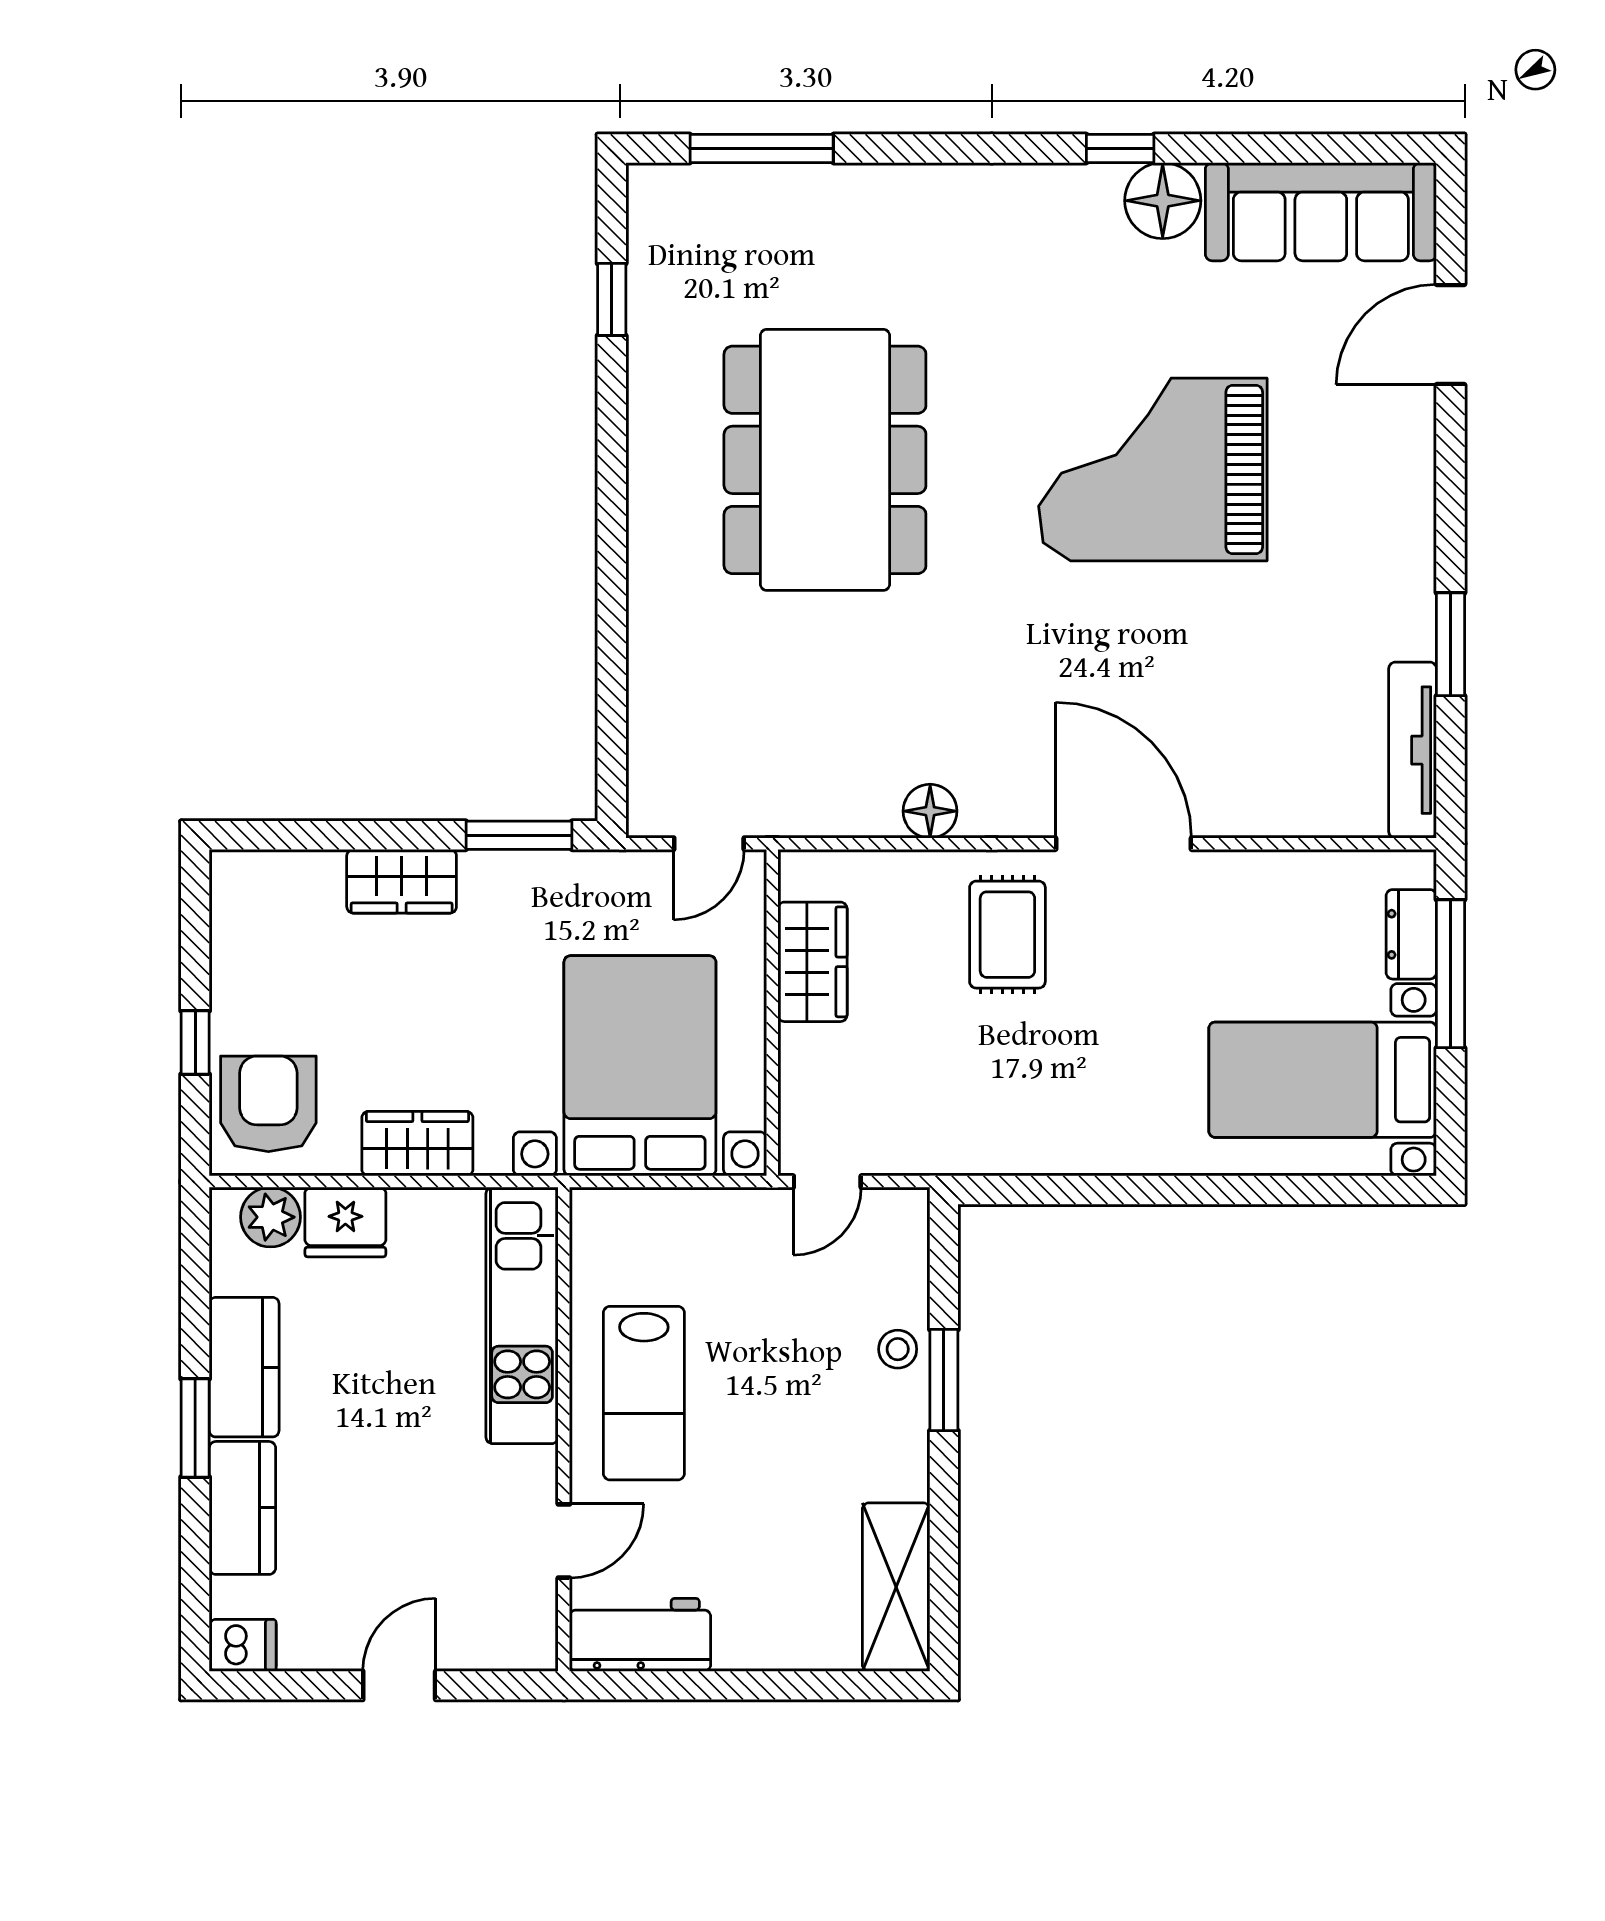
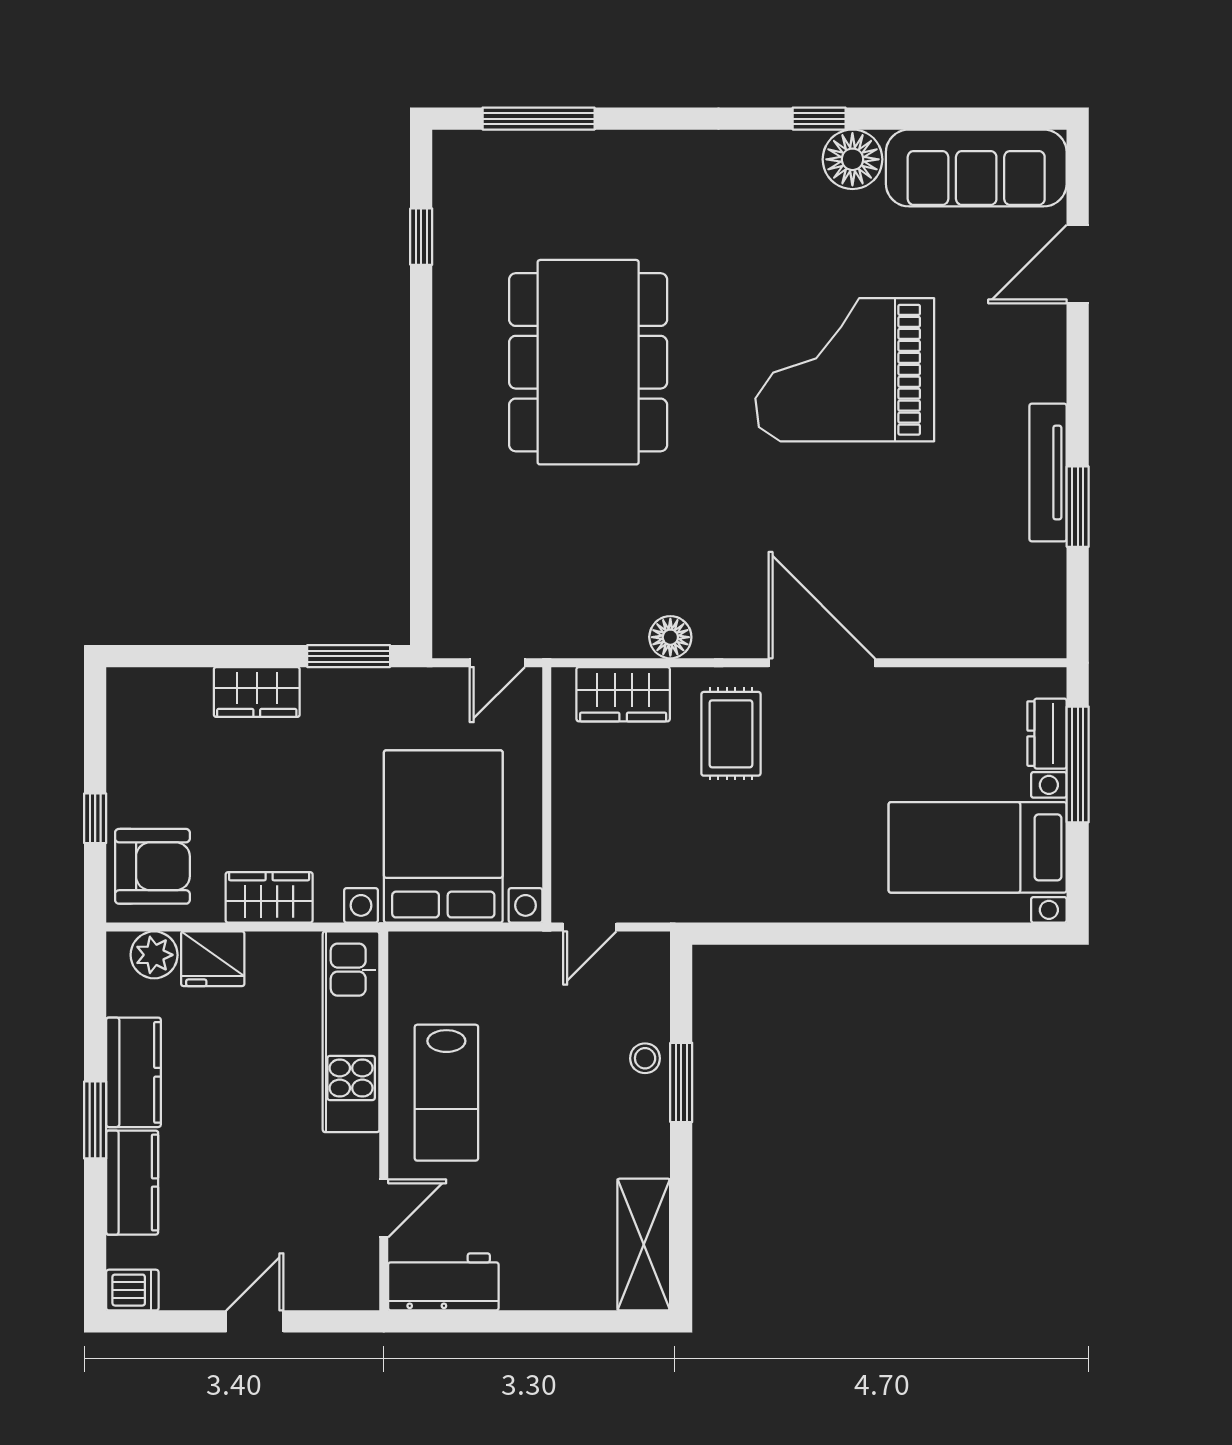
tv unit: (1413, 750) -> (1048, 472), moved
wardrobe: (812, 962) -> (623, 694), moved, turned 90
armchair: (268, 1104) -> (152, 866), turned 90

